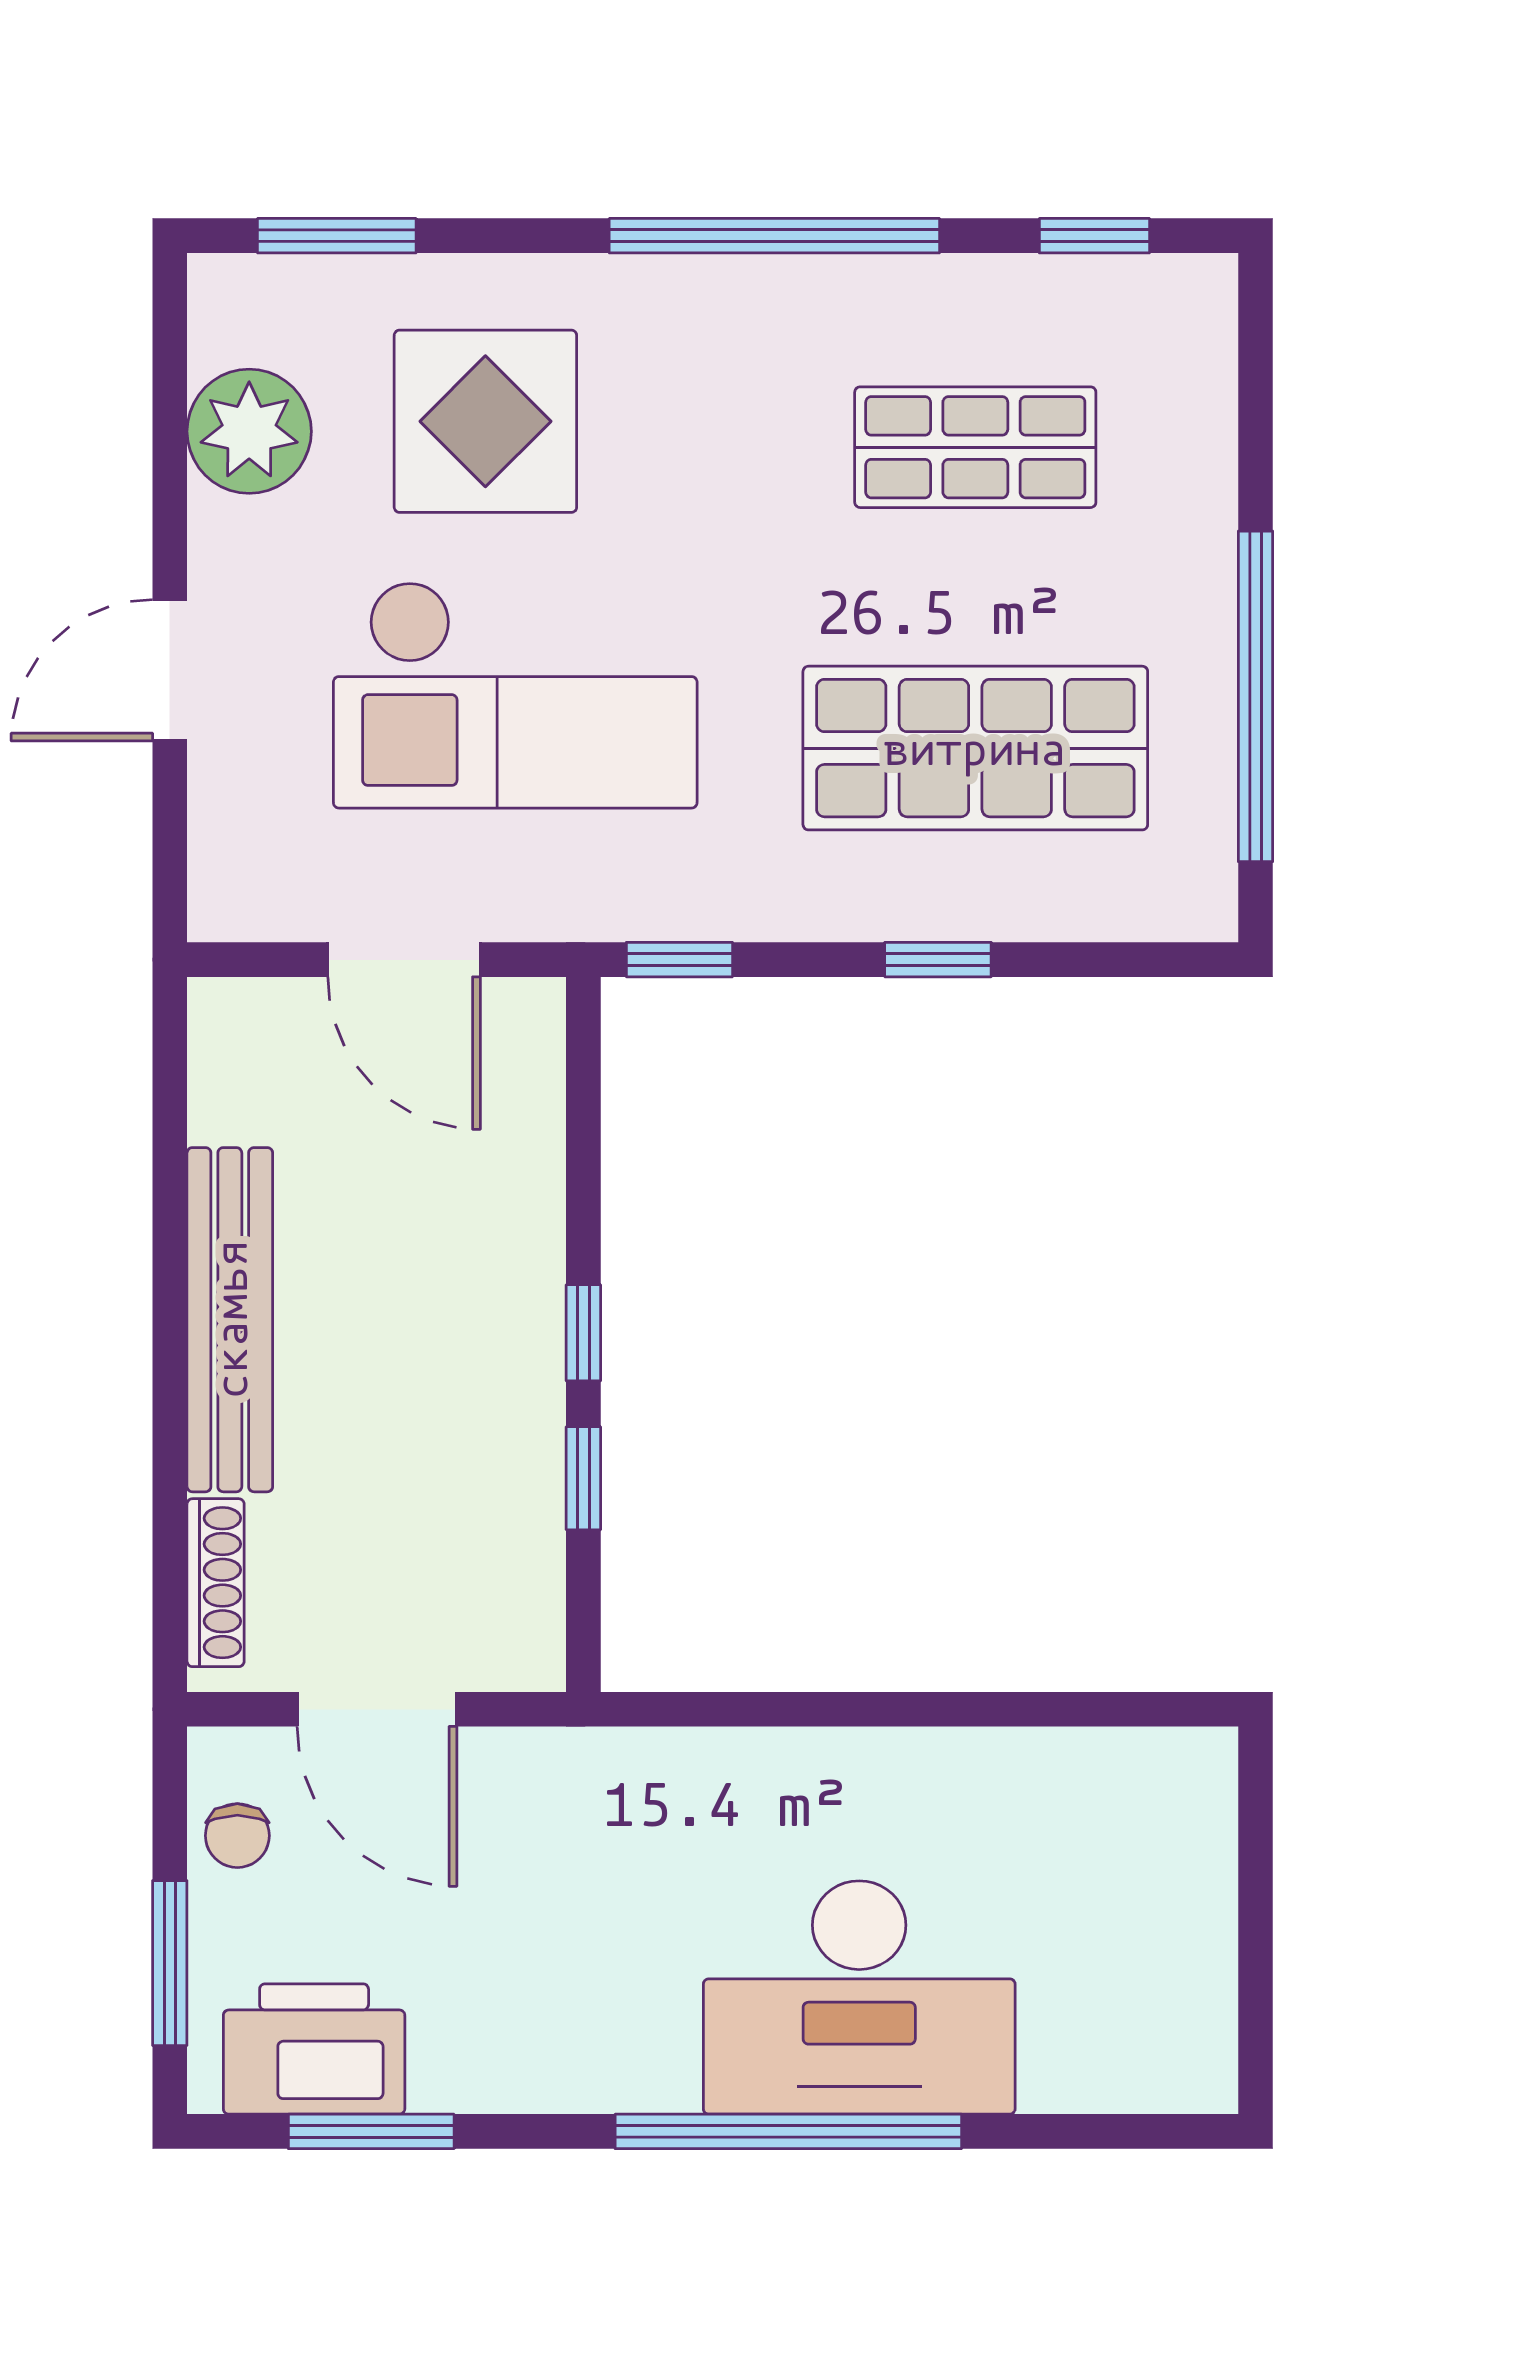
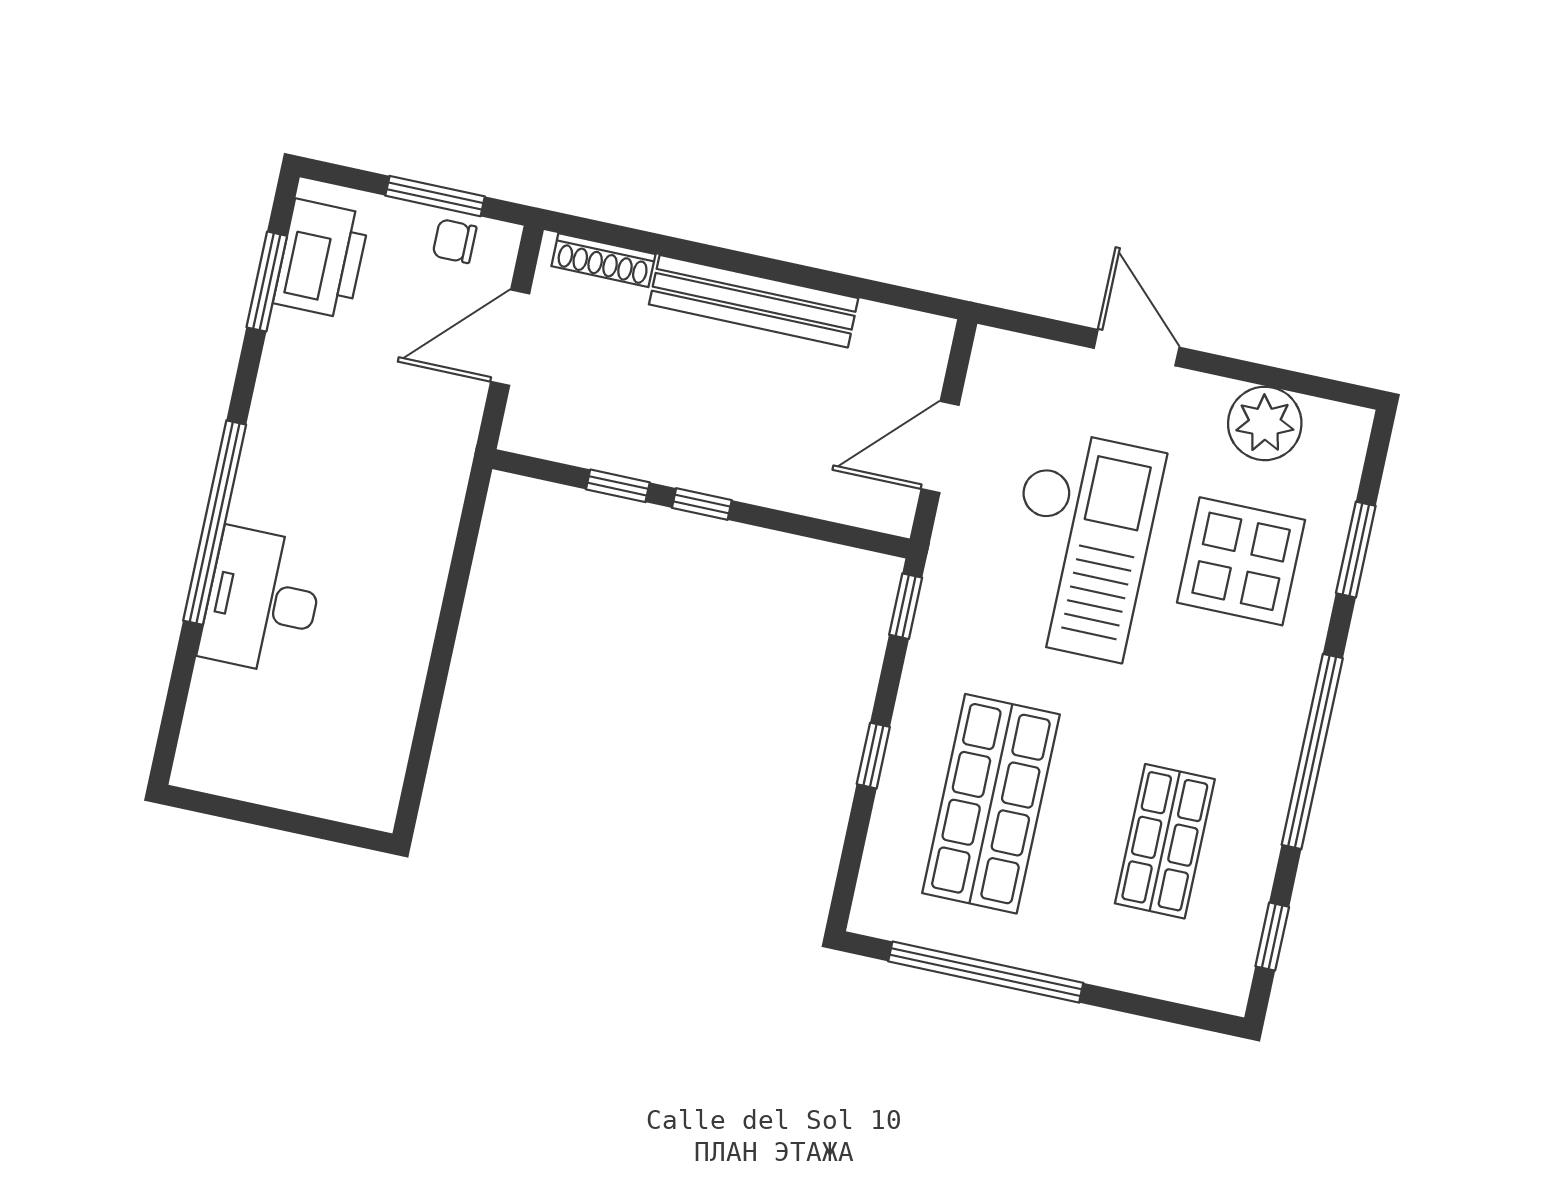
window: (337, 236) -> (1356, 550), moved
checkout: (515, 695) -> (1079, 544), turned 180
window: (170, 1963) -> (435, 196), moved
desk: (859, 1998) -> (262, 601), width x0.73, depth x0.77

